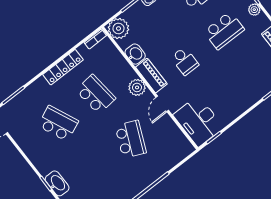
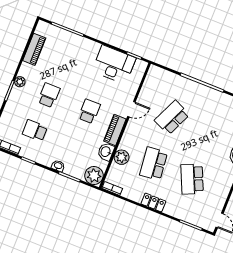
school desk: (224, 30) -> (49, 95), width x0.54
locker: (63, 67) -> (153, 203), width x0.66
plant: (137, 87) -> (122, 157), moved
desk: (198, 121) -> (114, 65), moved, turned -90

